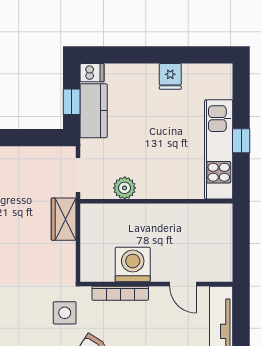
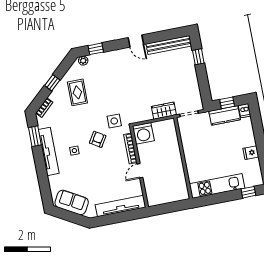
window: (241, 141) -> (248, 192), moved
plant: (125, 188) -> (187, 140), removed
washing machine: (133, 264) -> (143, 133), moved, turned 90
door: (183, 284) -> (140, 171), moved

